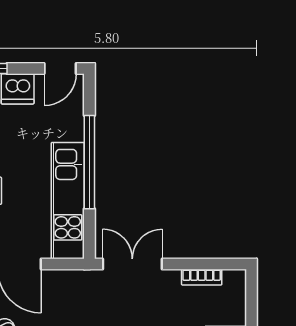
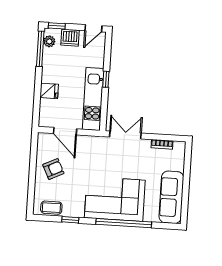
window: (89, 162) -> (106, 79), width x0.32

